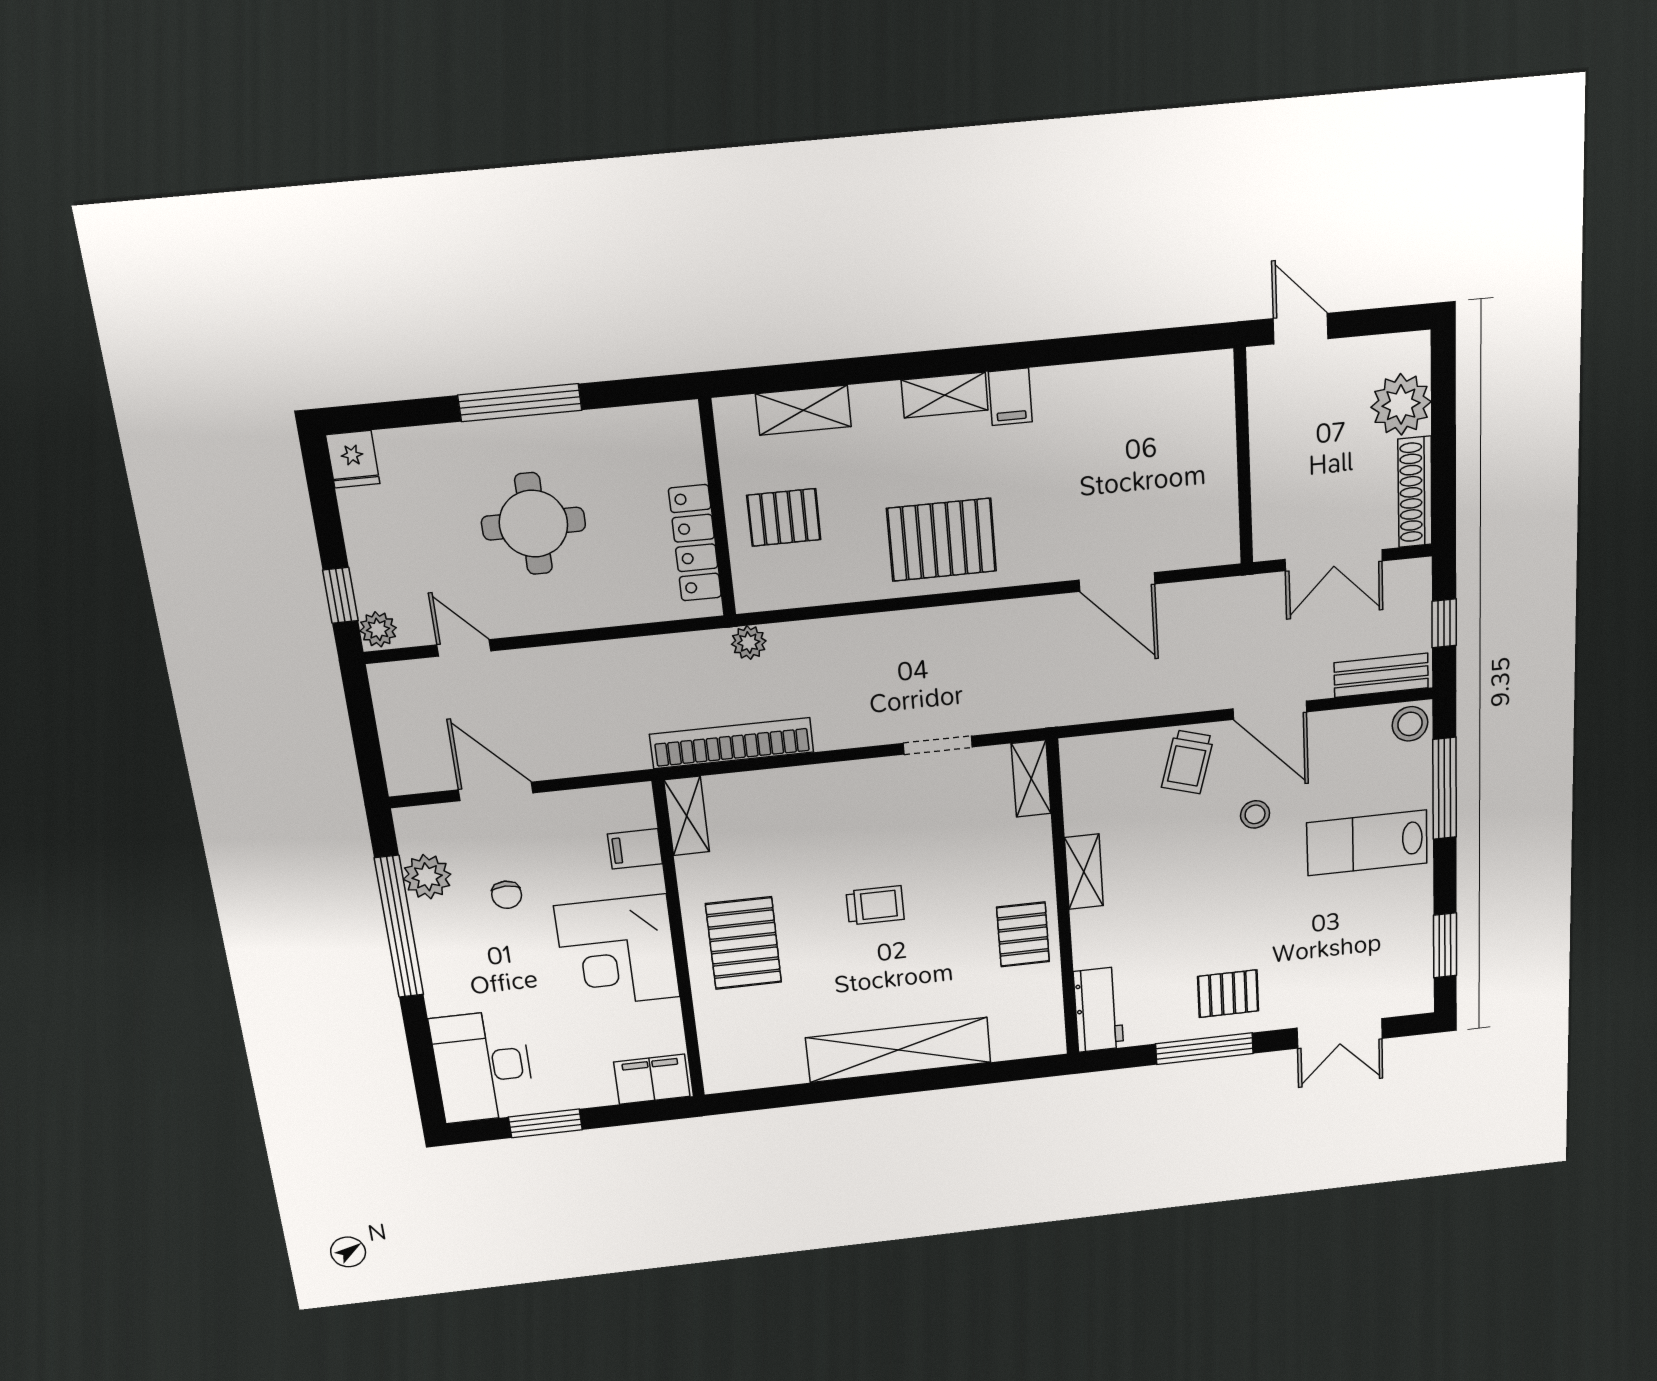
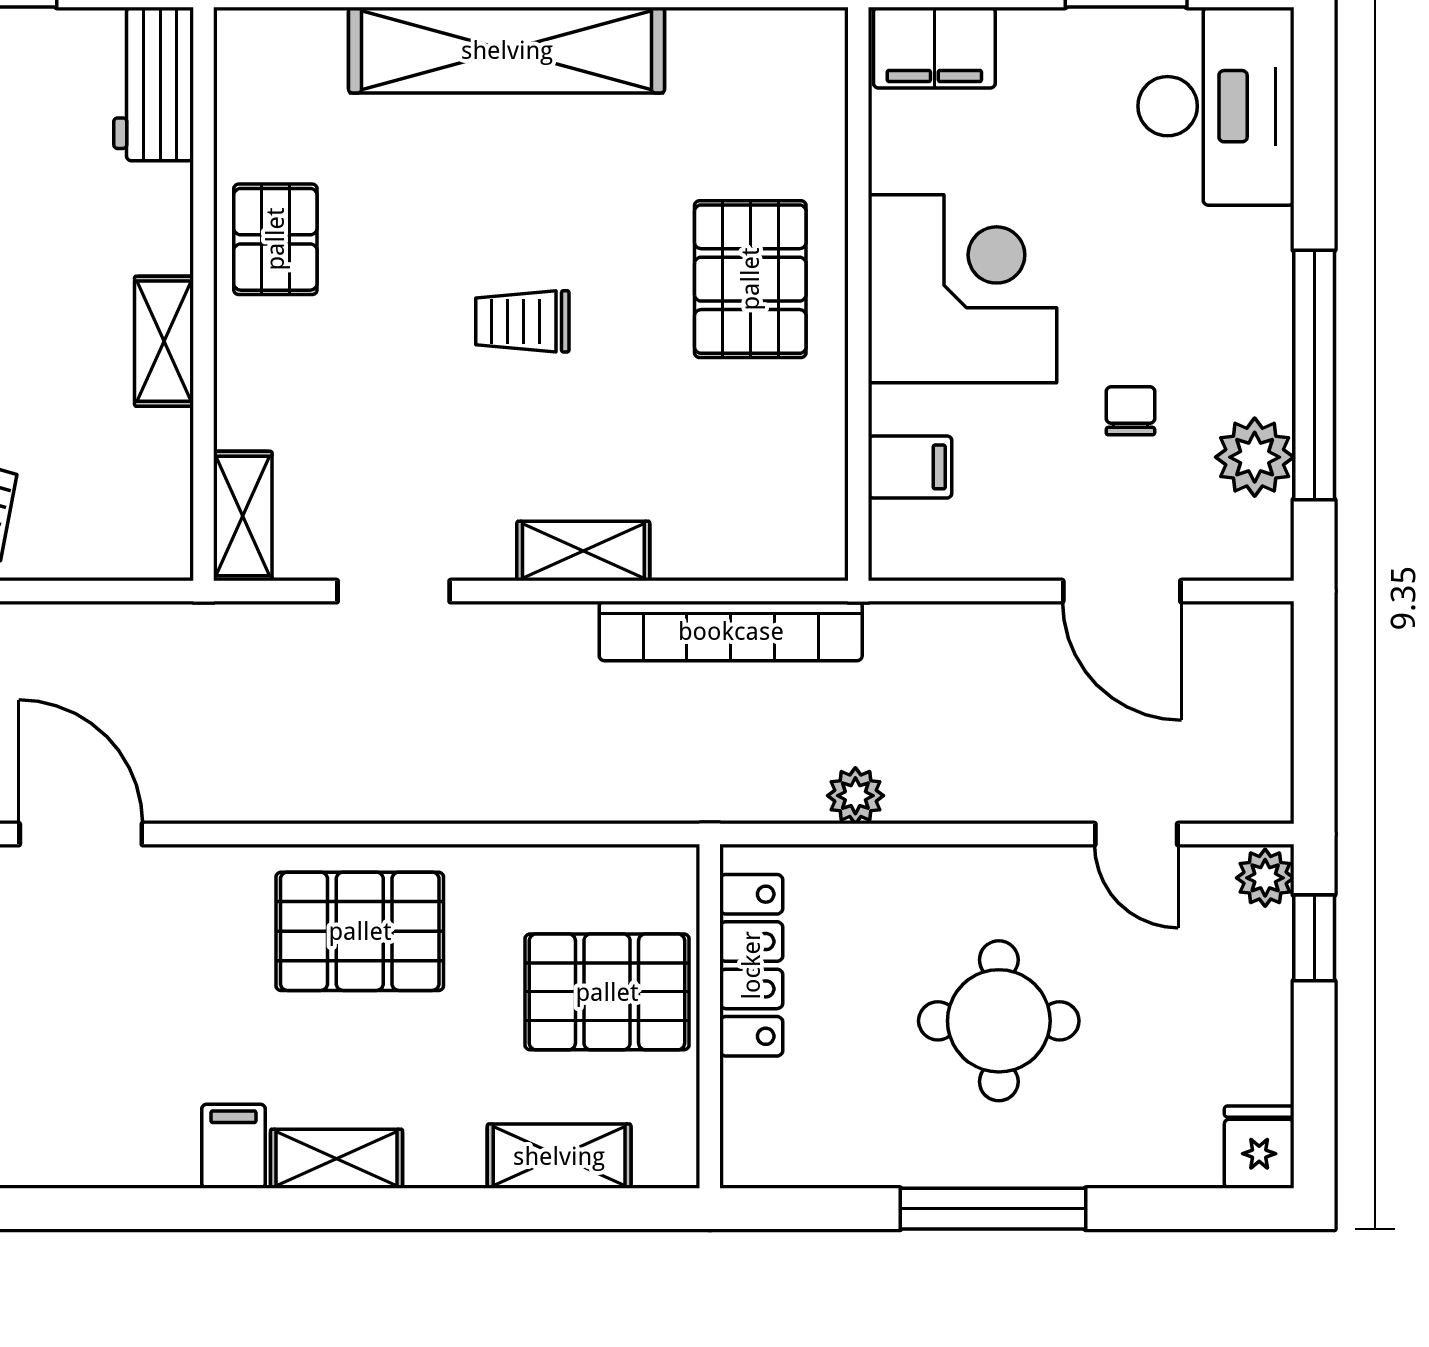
pallet: (784, 517) -> (607, 992), width x1.50, depth x1.42
plant: (749, 643) -> (855, 796), moved
shelving: (687, 816) -> (583, 551), moved, turned 90

